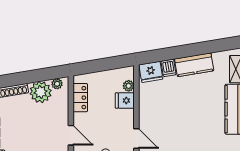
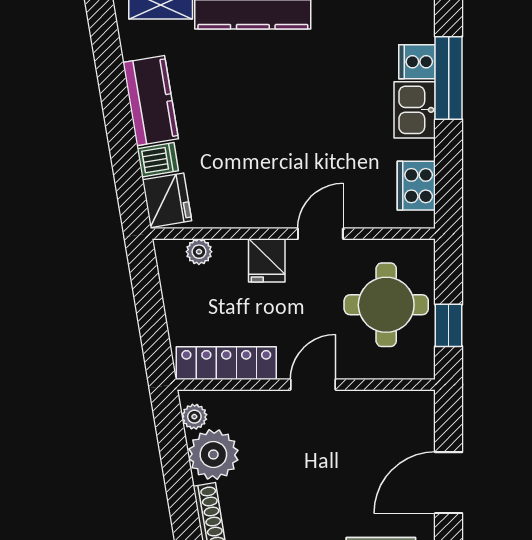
locker: (80, 98) -> (226, 363), width x1.53
fridge: (125, 100) -> (267, 260), moved

